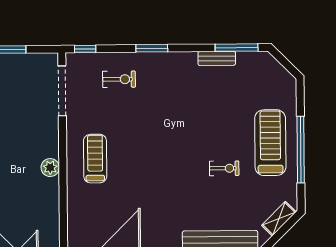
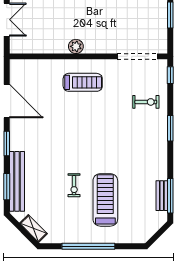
bench: (217, 58) -> (162, 196), moved
exercise bike: (119, 79) -> (146, 102), turned -90
treadmill: (270, 143) -> (105, 200), moved, turned -90

